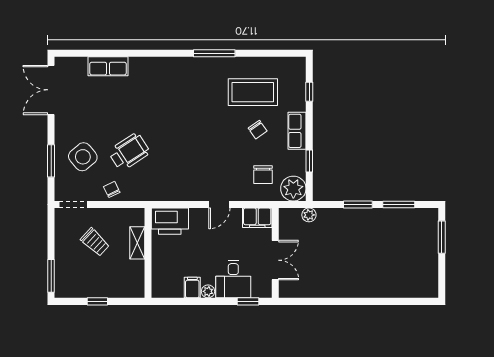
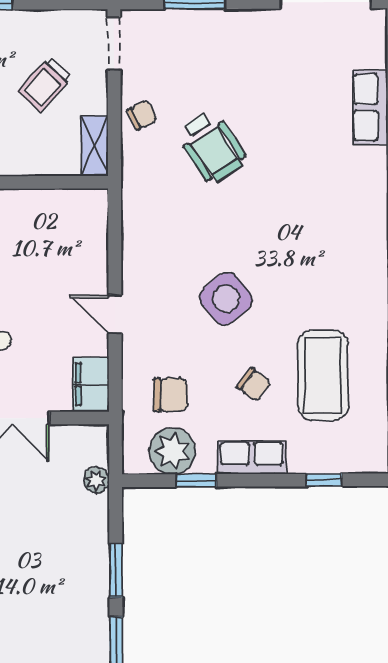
chair: (258, 130) -> (254, 385), turned -108
side table: (83, 157) -> (226, 299), moved
chair: (263, 175) -> (171, 395), turned 180
plant: (293, 189) -> (173, 451), moved
printer: (170, 221) -> (84, 223), removed
shelving: (137, 243) -> (95, 146), moved, turned 90

